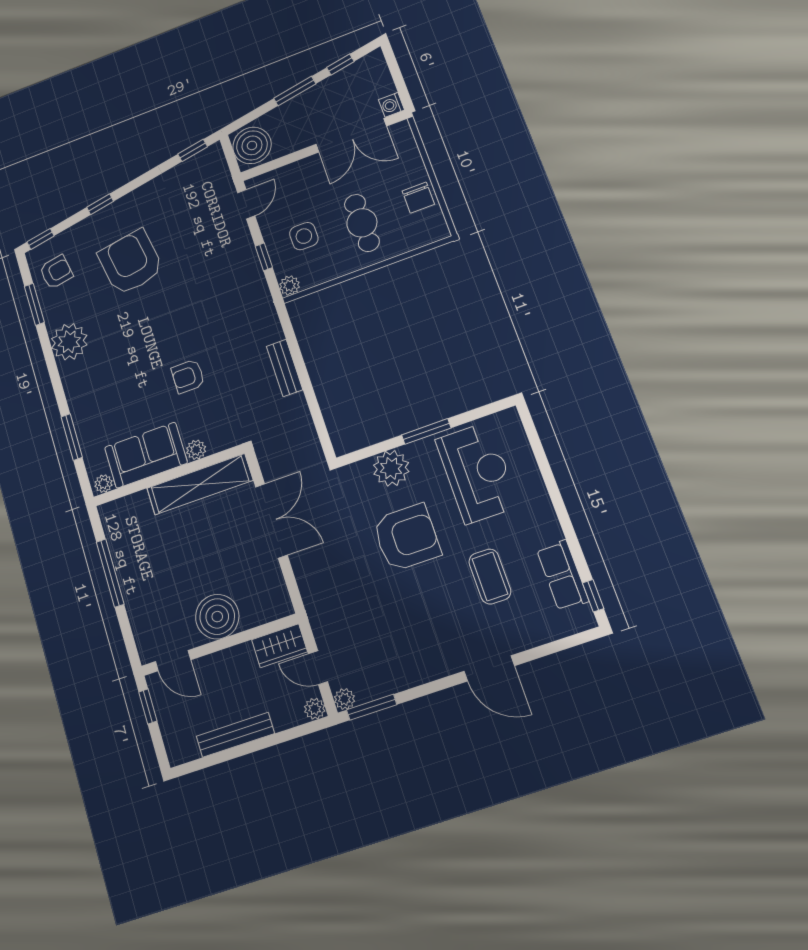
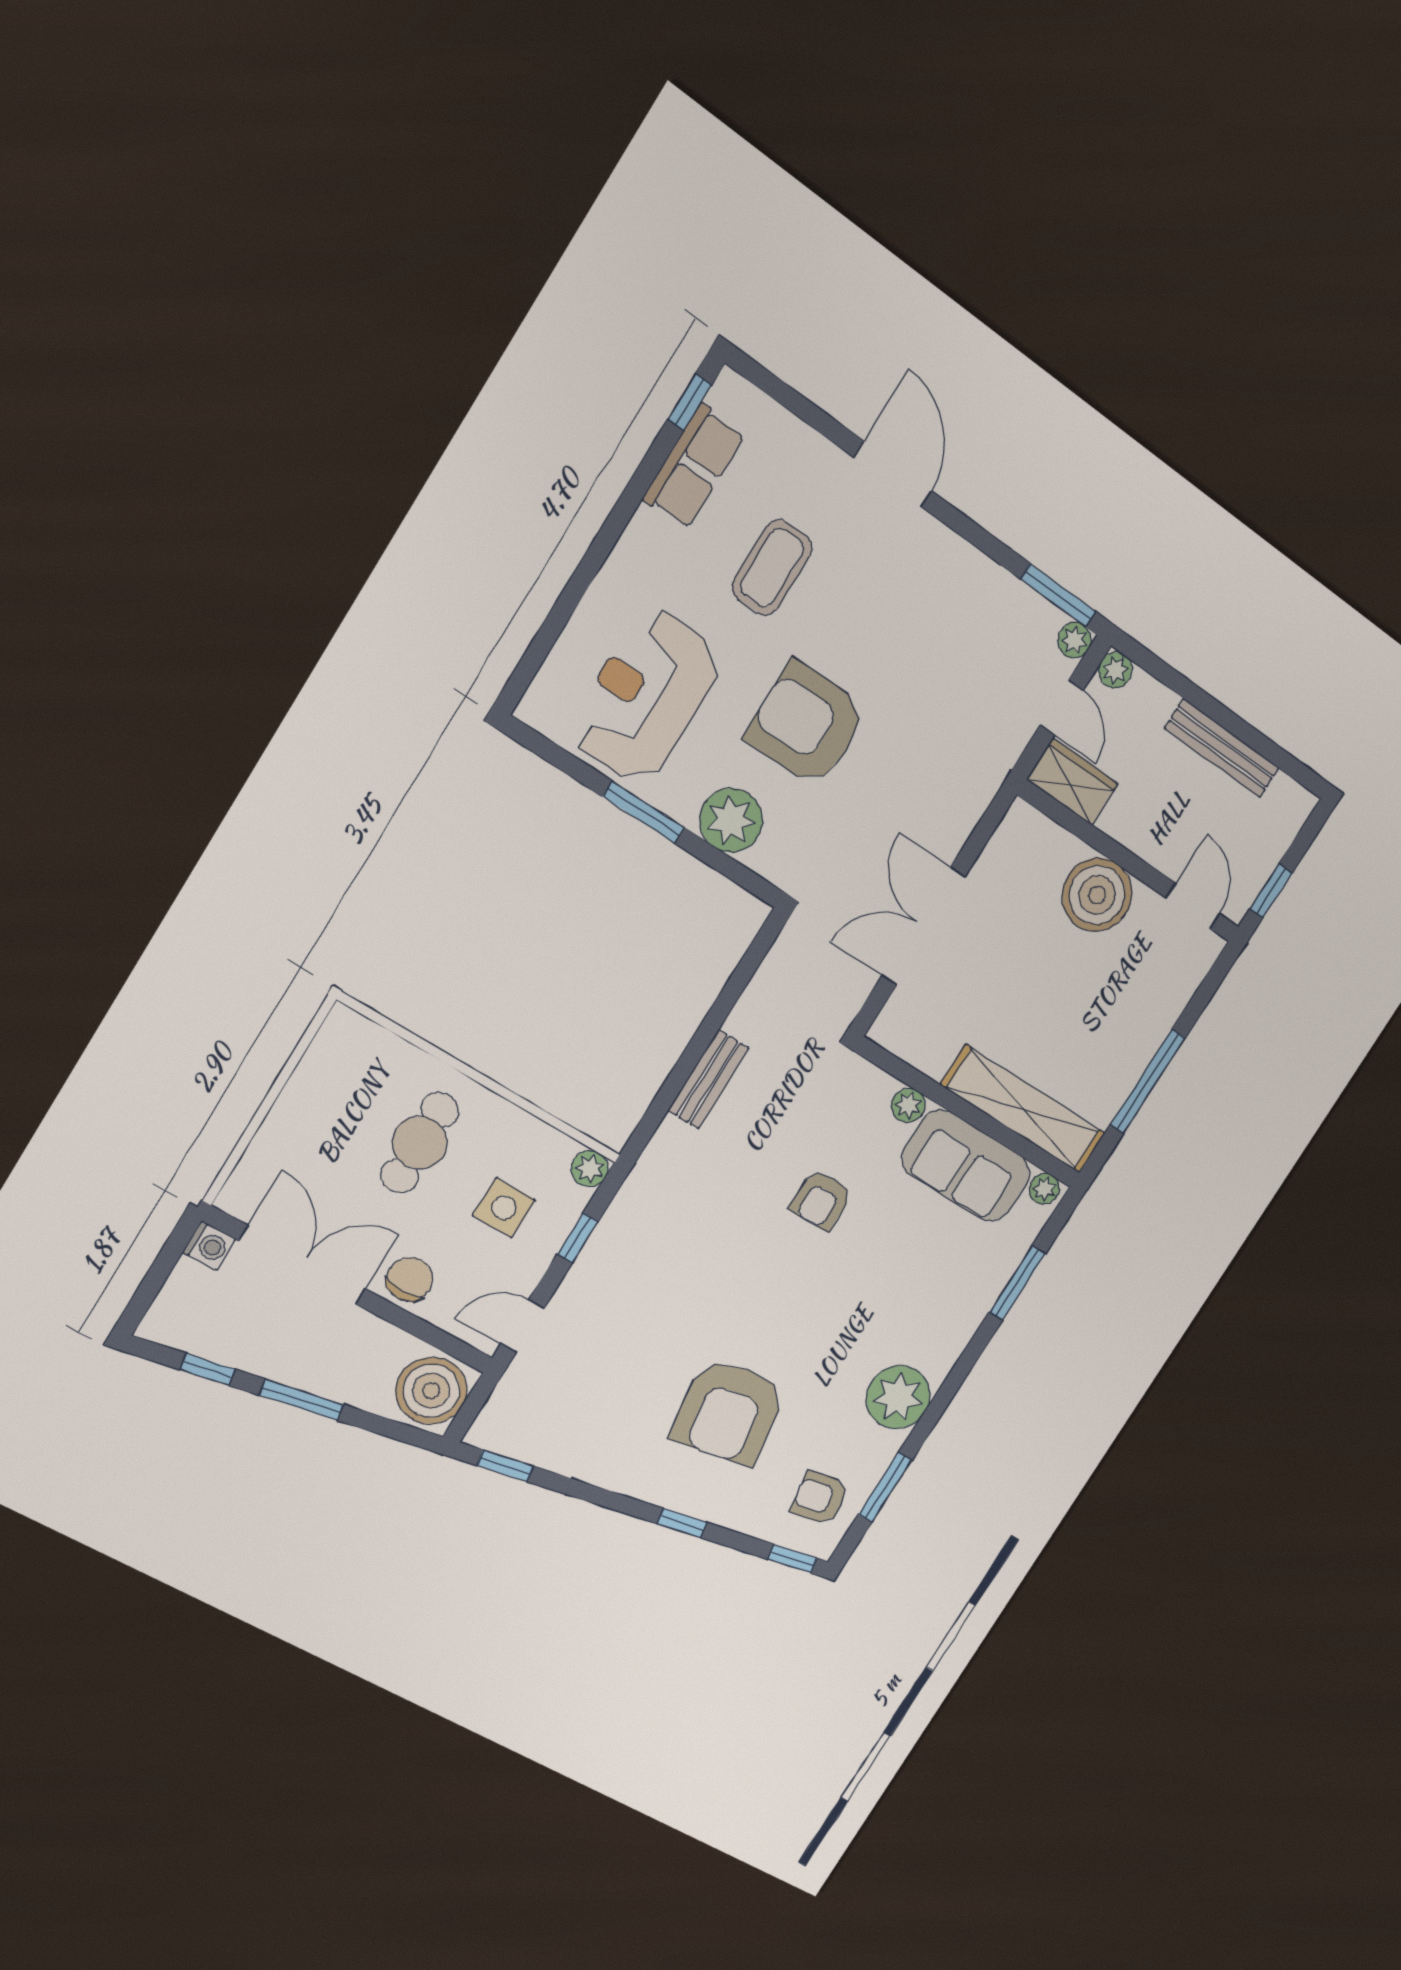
chair: (418, 198) -> (410, 1279), moved
armchair: (188, 376) -> (821, 1200), turned 90
shelving: (200, 484) -> (1023, 1109), moved

